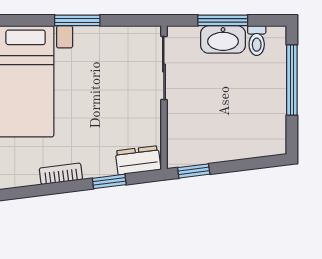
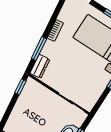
window: (109, 181) -> (39, 49), width x1.50

